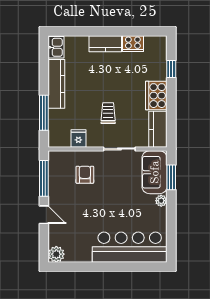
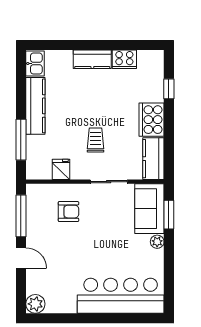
armchair: (85, 175) -> (68, 212), turned 90

